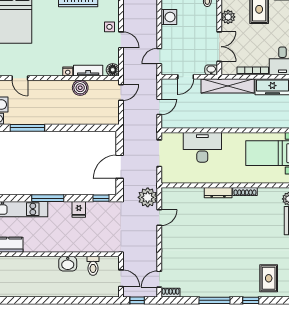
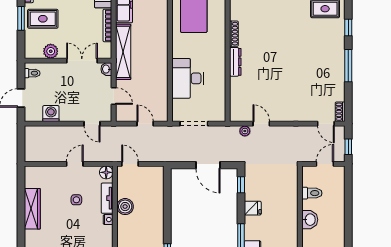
side table: (109, 27) -> (76, 200), moved
plant: (148, 197) -> (245, 131), width x0.53, depth x0.53

